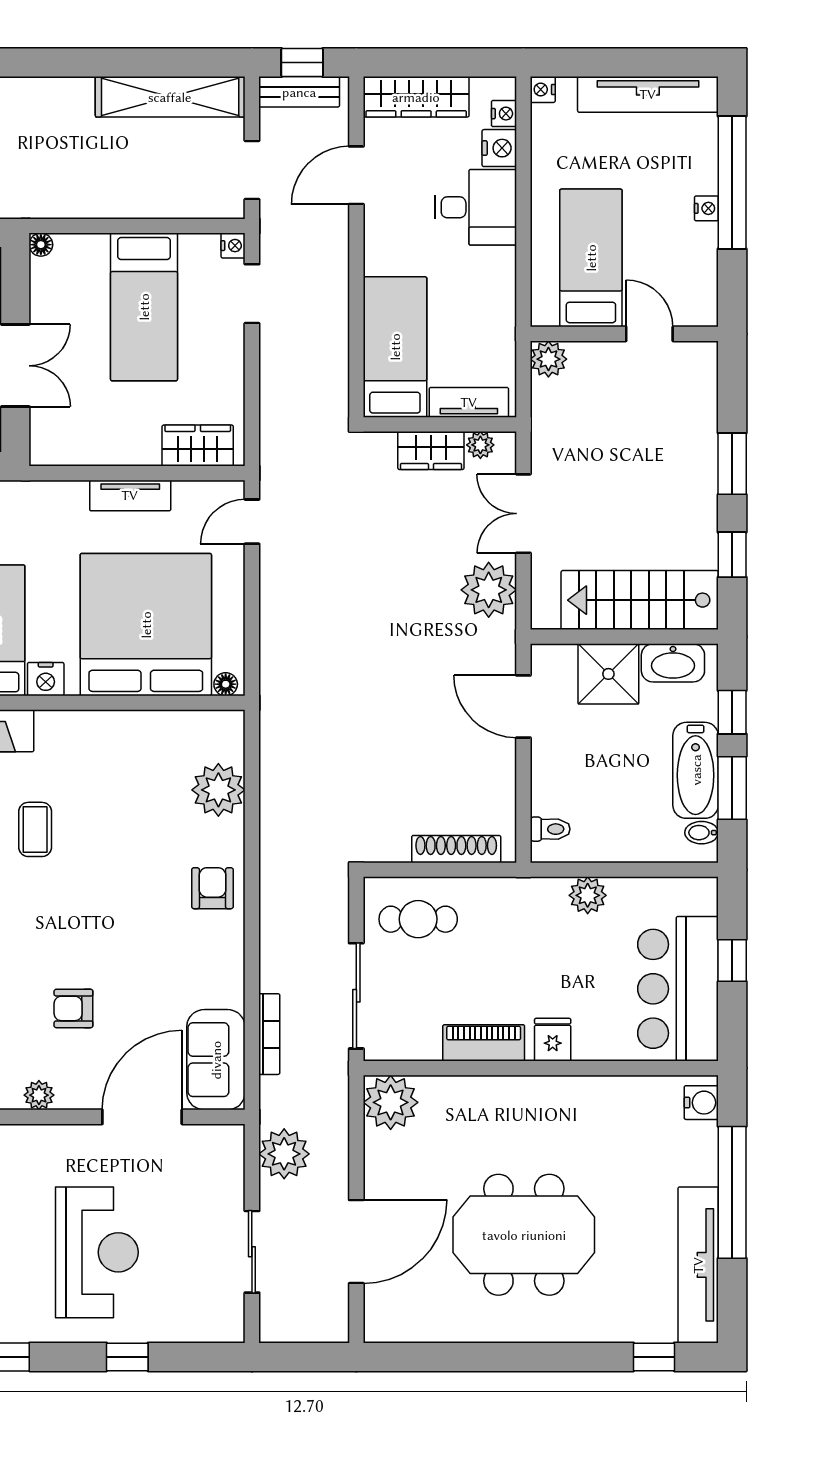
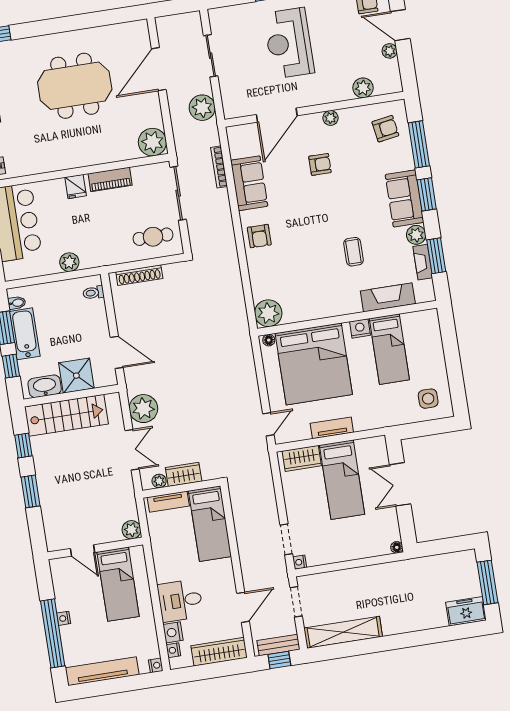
bed: (144, 307) -> (342, 480), moved, turned 180
plant: (218, 790) -> (268, 313), moved
sofa: (216, 1060) -> (249, 183), moved

